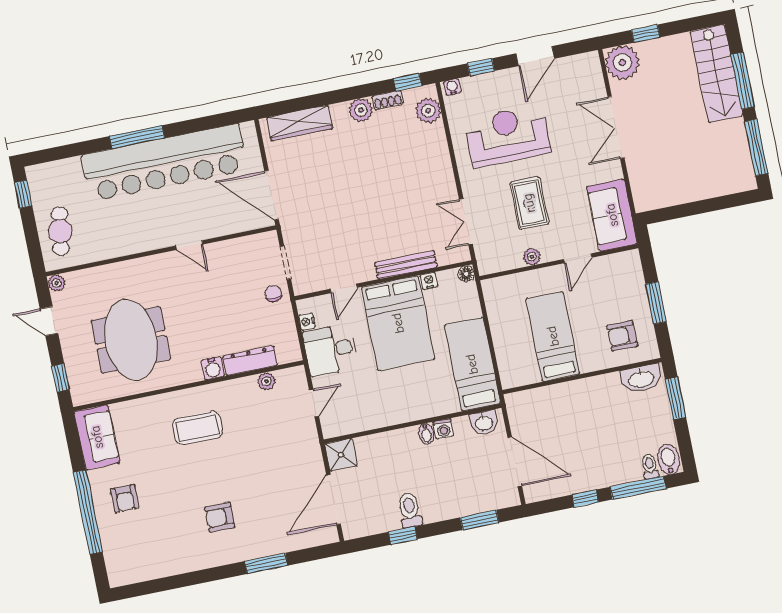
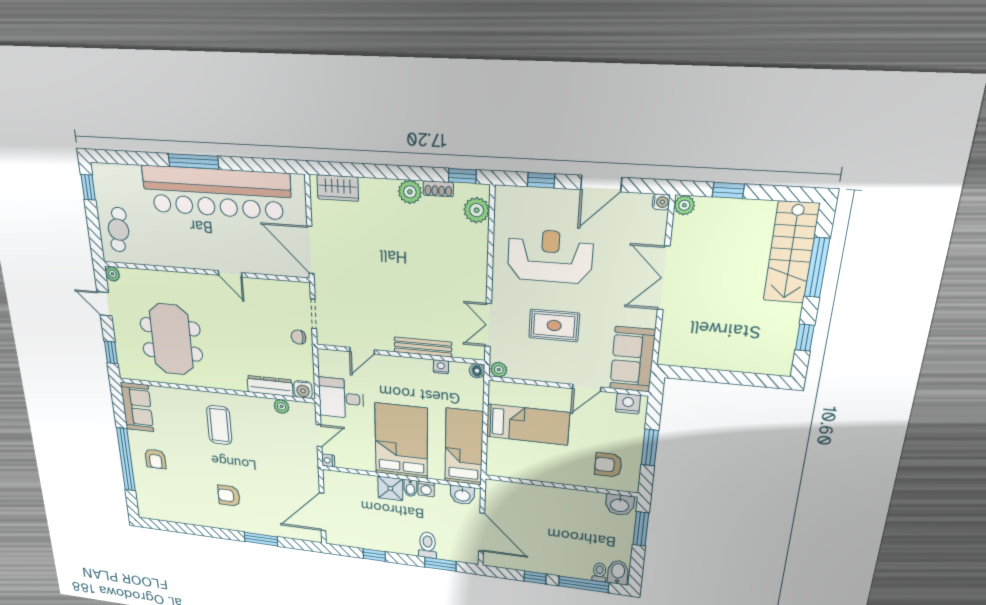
plant: (622, 62) -> (684, 205), width x0.53, depth x0.53
water cooler: (452, 87) -> (661, 202), moved, turned 90
wardrobe: (300, 123) -> (338, 188), width x0.67
window: (756, 147) -> (805, 338), width x0.46
rug: (529, 203) -> (554, 325), turned 90
plant: (532, 257) -> (499, 370), moved
nightstand: (621, 262) -> (628, 404), added
chair: (273, 294) -> (298, 337), turned -90
nightstand: (307, 322) -> (328, 460), moved
bed: (398, 323) -> (401, 441), moved, turned 180
bed: (553, 336) -> (528, 425), moved, turned 90
water cooler: (213, 368) -> (303, 390), moved
washbasin: (641, 379) -> (620, 505), width x0.72
coffee table: (198, 428) -> (219, 425), turned 90
shower: (341, 455) -> (390, 488), moved
toilet: (410, 510) -> (428, 545), moved

